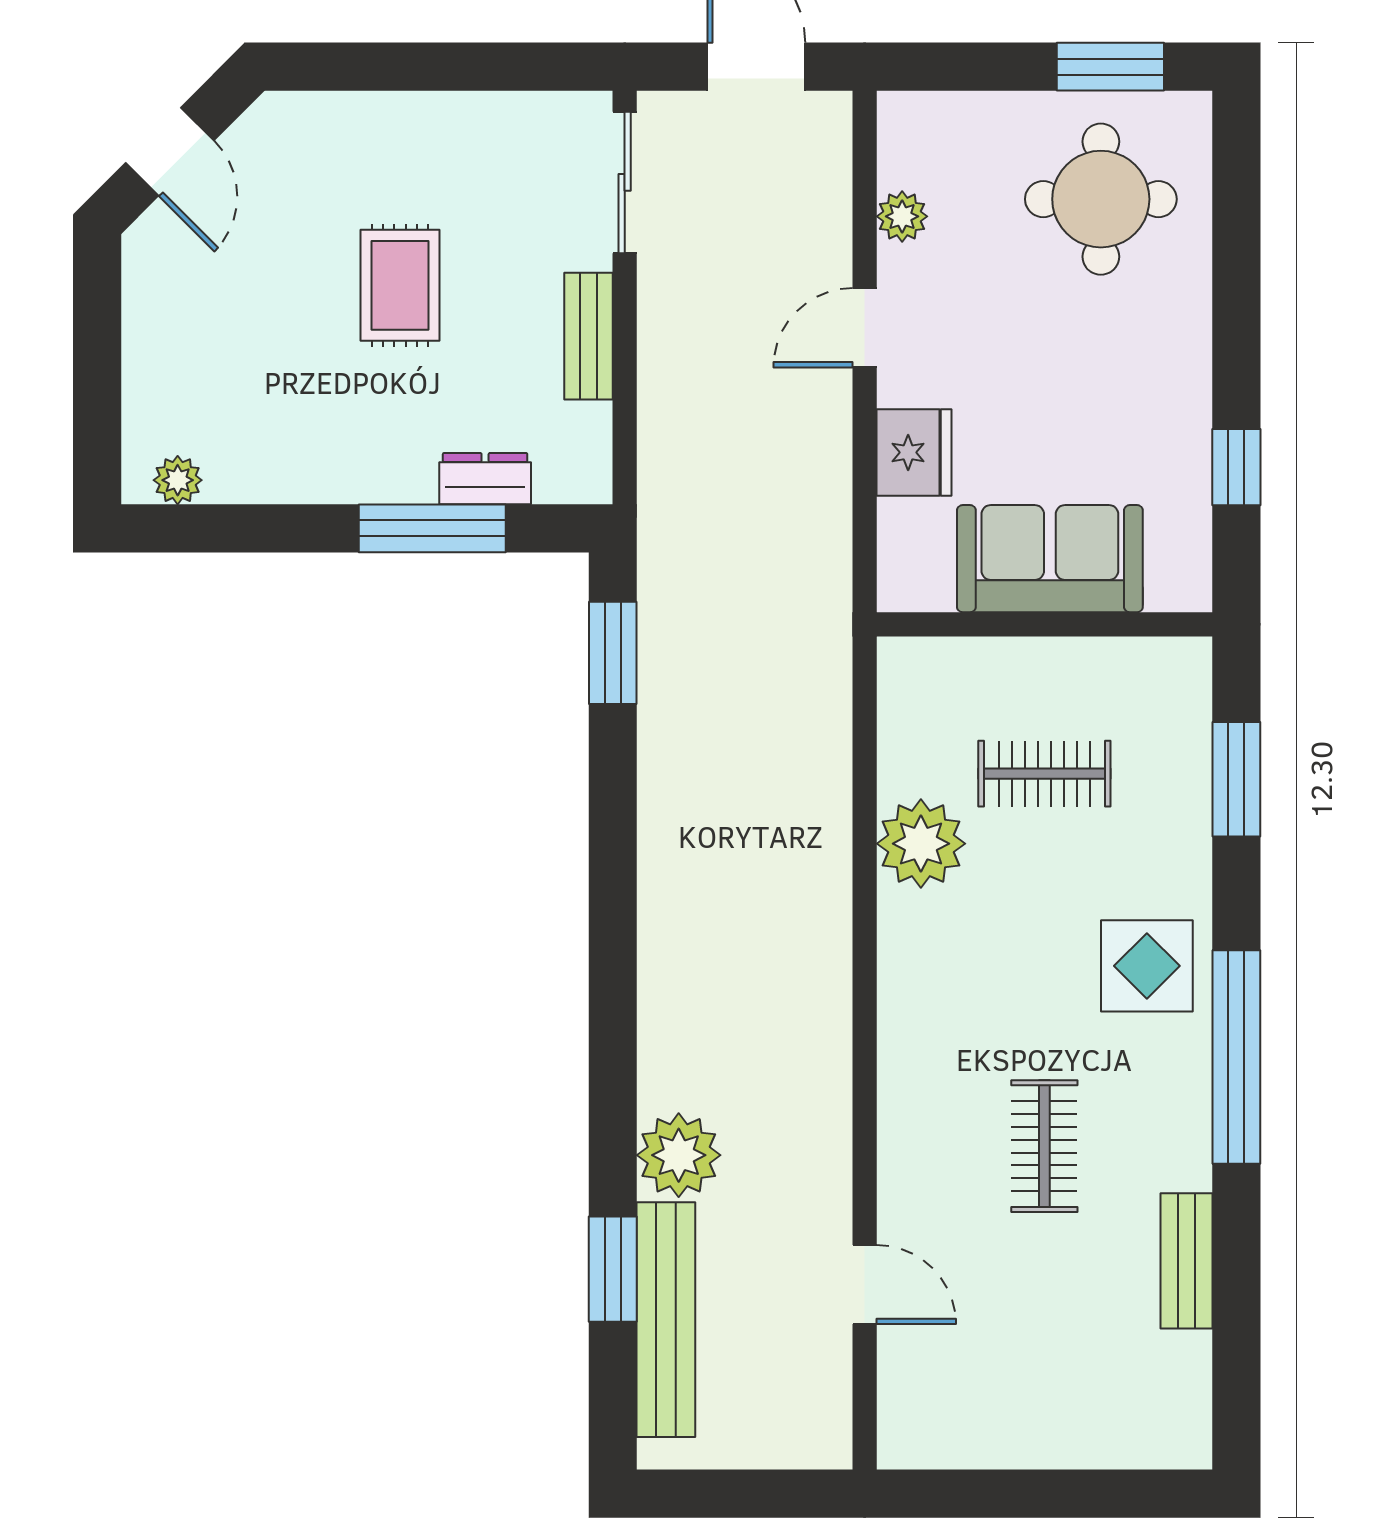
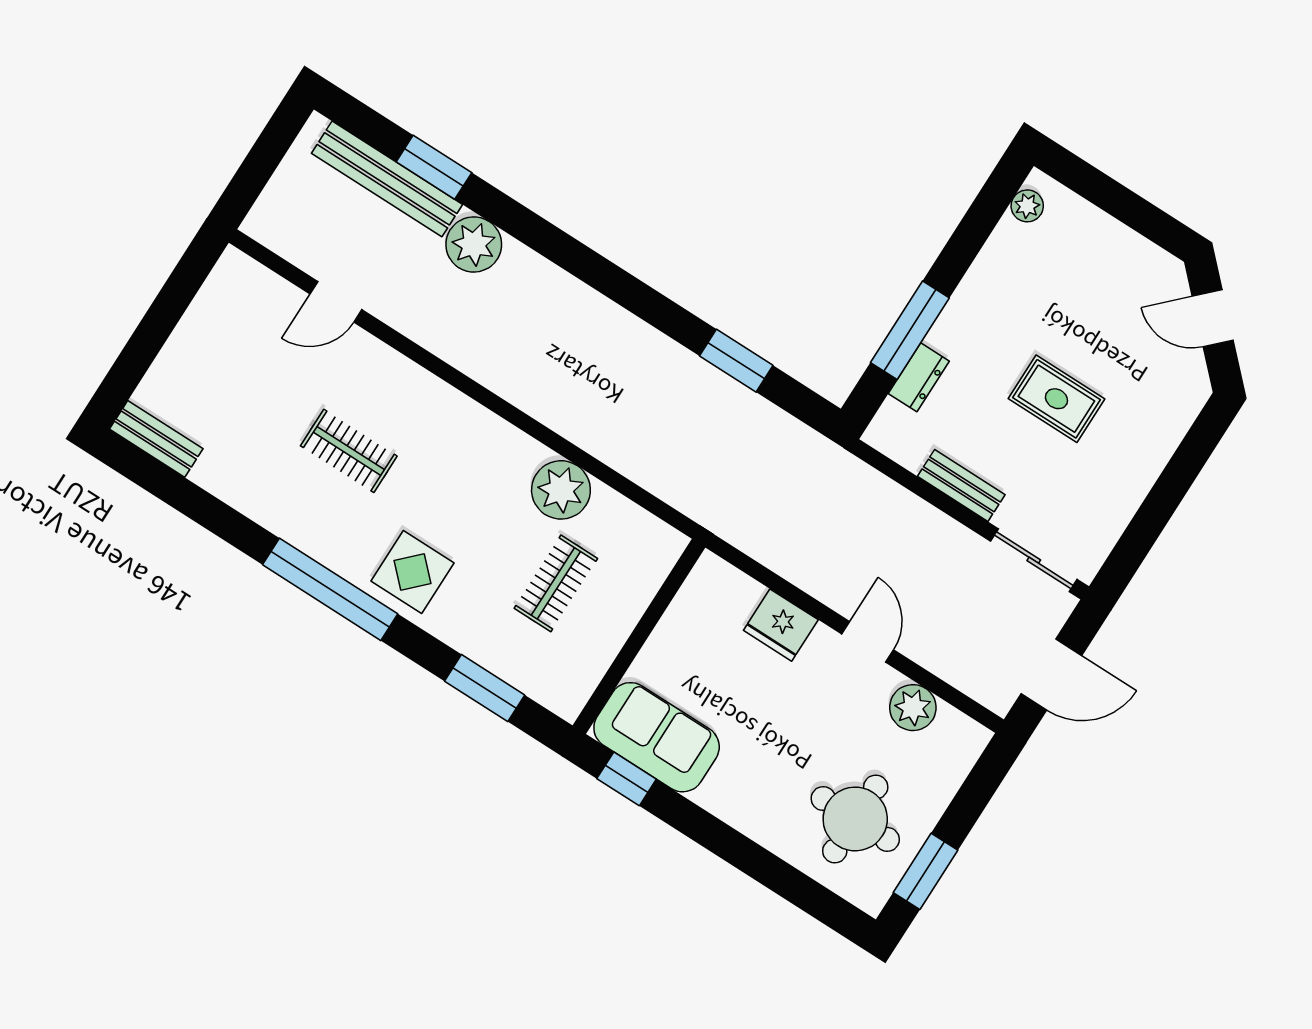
plant: (902, 216) -> (913, 708), width x1.38, depth x1.38
window: (1236, 467) -> (627, 779), moved
sofa: (1050, 559) -> (657, 737), moved, turned -90
window: (613, 653) -> (736, 361), moved
bench: (1186, 1261) -> (156, 439), moved

